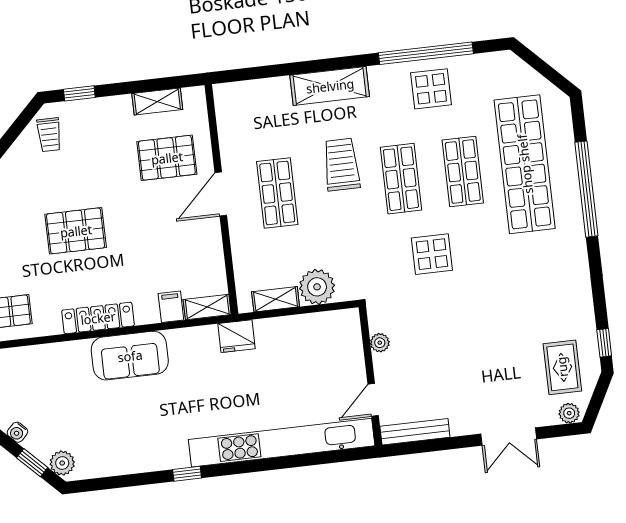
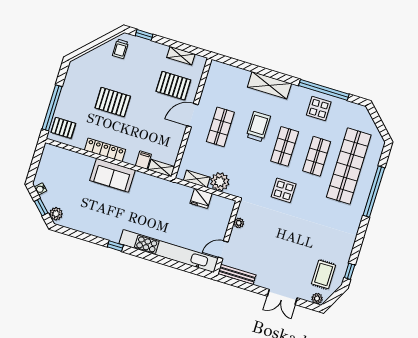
fridge: (236, 336) -> (201, 198), moved

